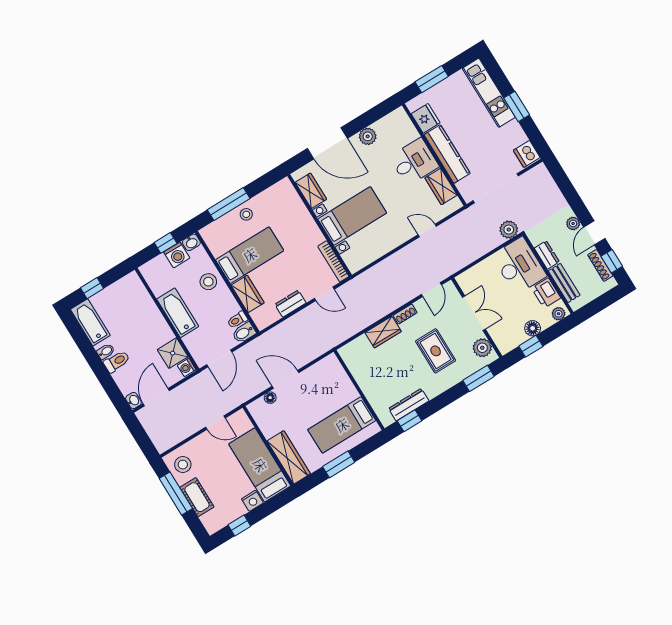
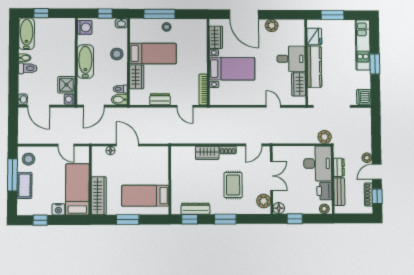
washing machine: (177, 255) -> (85, 27), moved, turned -90
floor lamp: (533, 328) -> (279, 208), moved
window: (479, 378) -> (225, 219), moved
door: (156, 397) -> (39, 106), swing flipped

